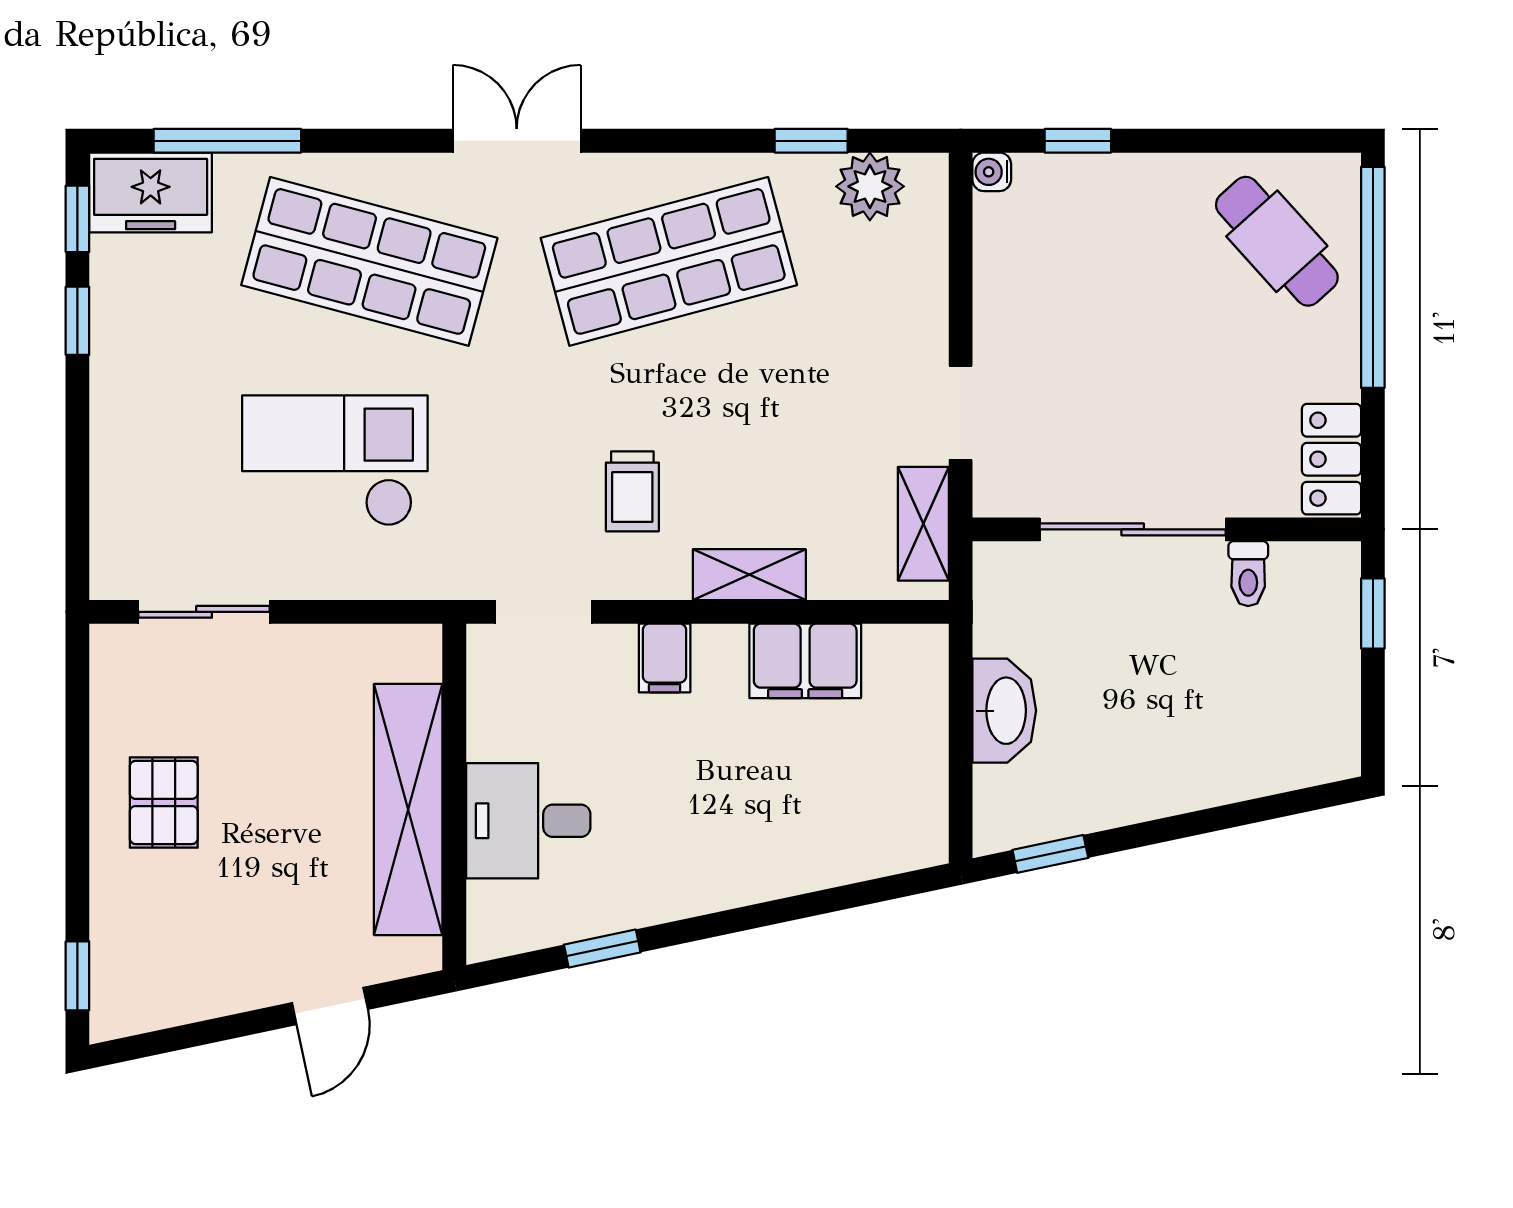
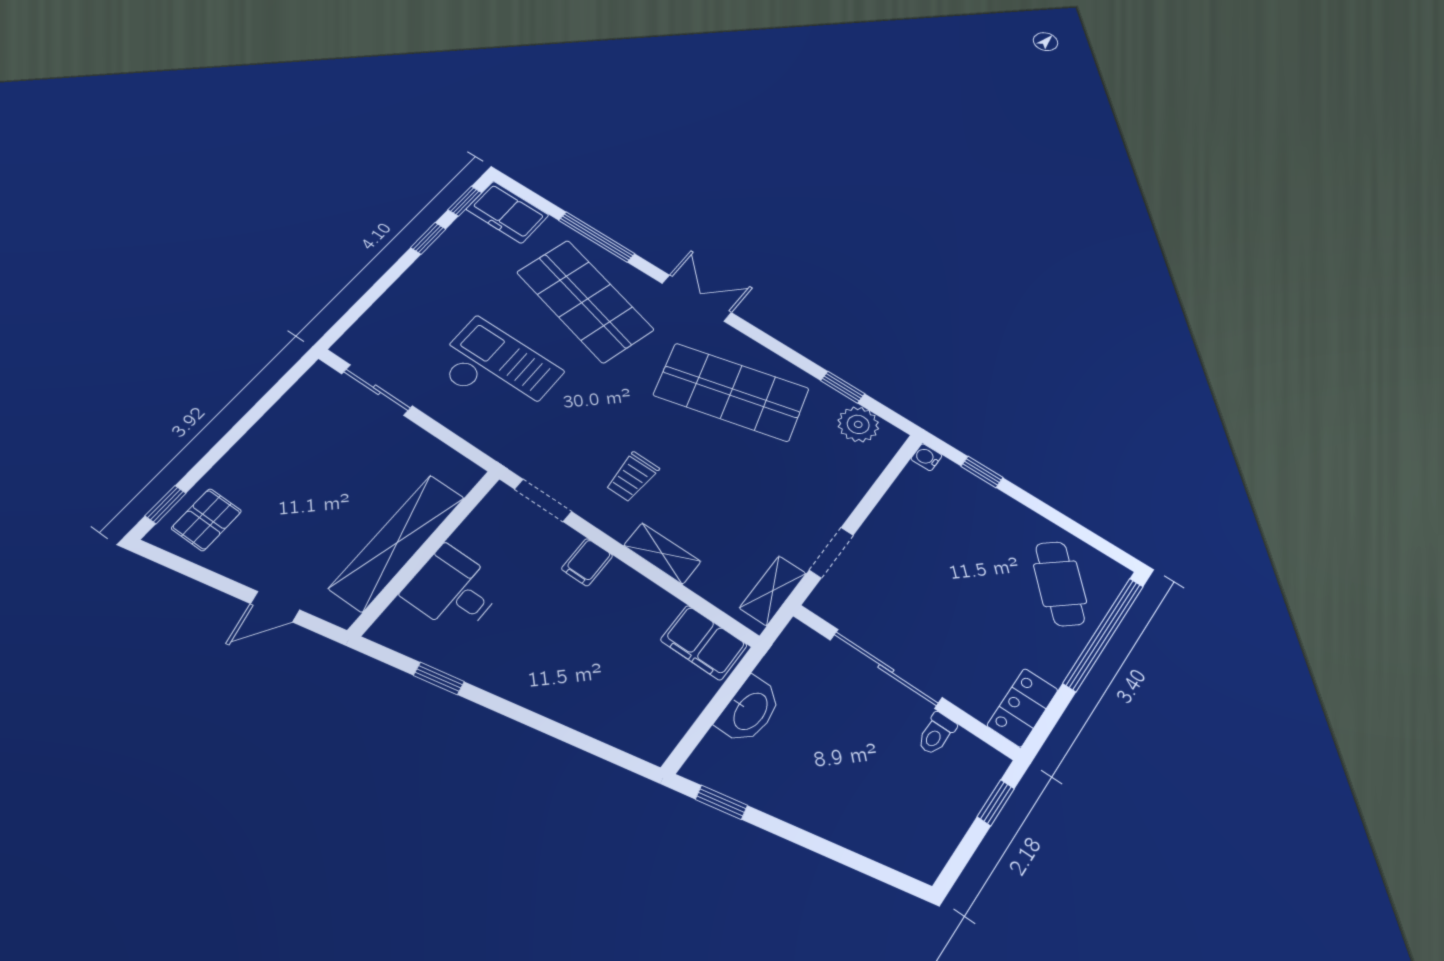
window: (227, 141) -> (596, 237), moved
filing cabinet: (805, 661) -> (704, 643), moved
pallet: (164, 802) -> (206, 520), moved

